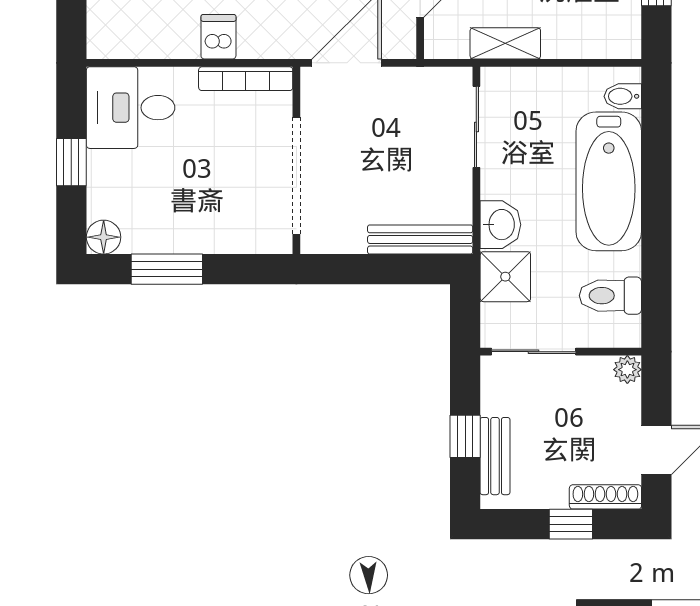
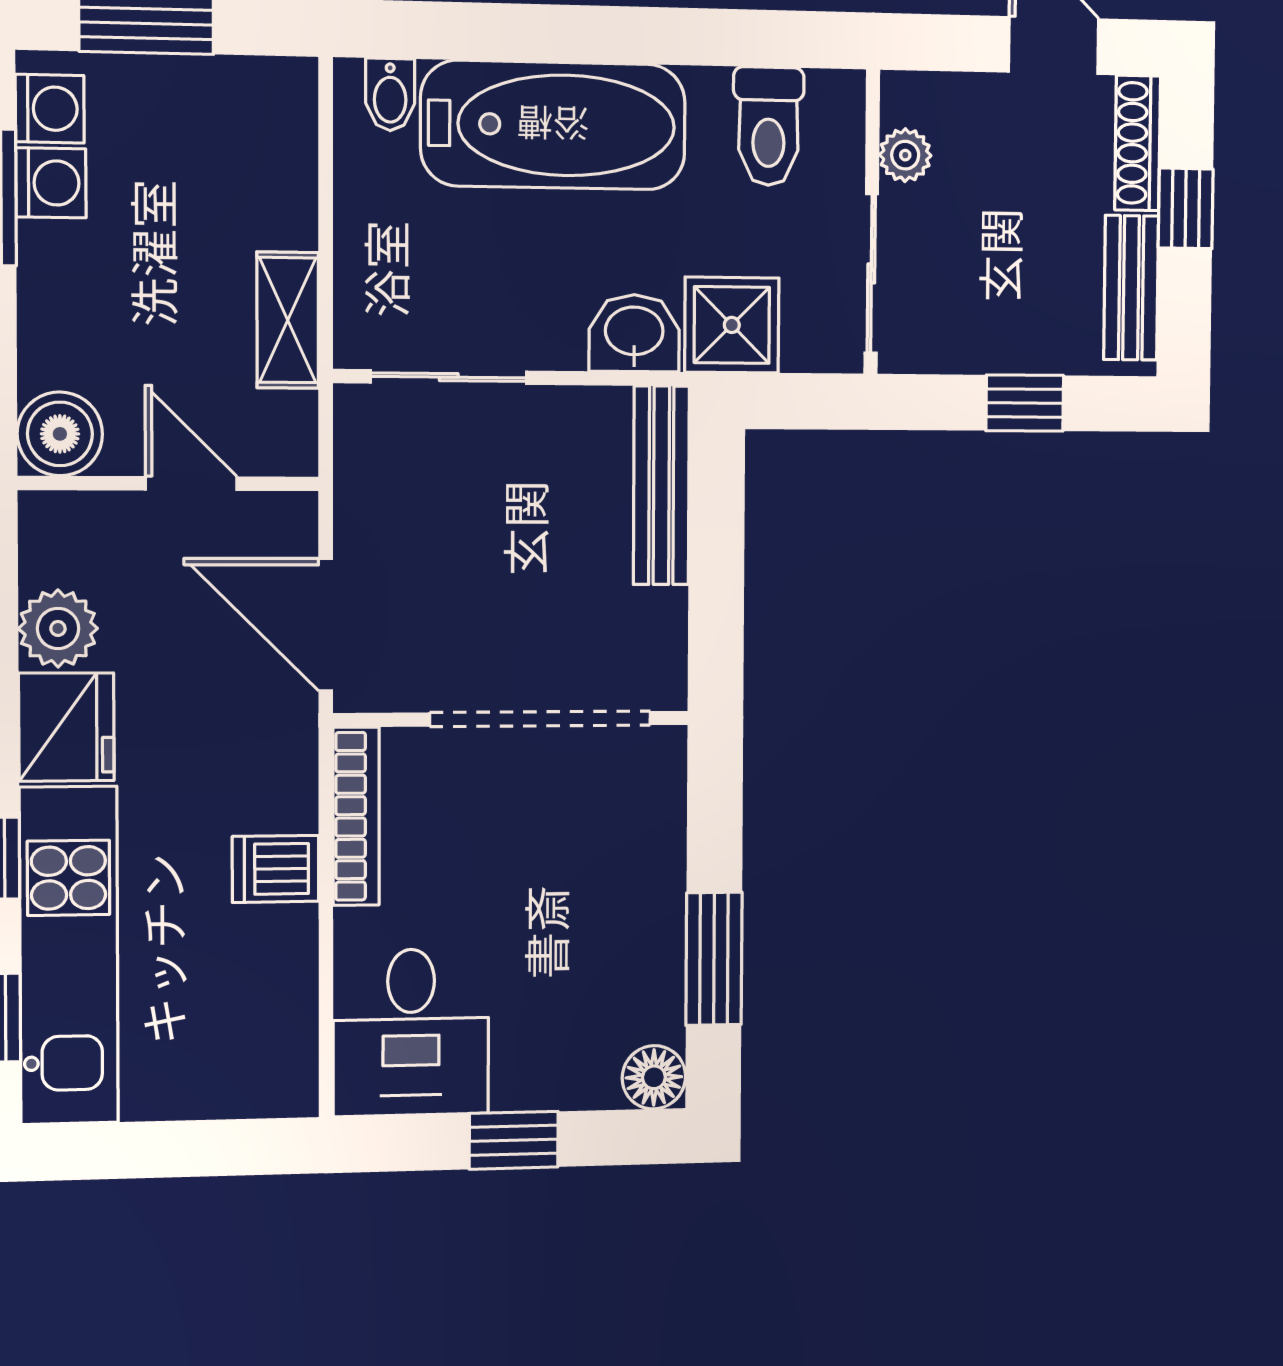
plant: (627, 370) -> (905, 155), moved
bench: (495, 456) -> (1131, 288), moved, turned 90

